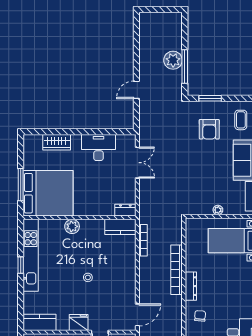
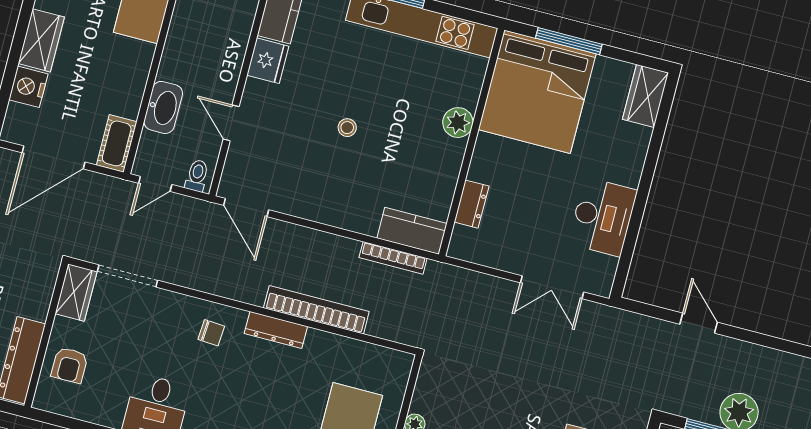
wardrobe: (57, 142) -> (645, 96), moved
dresser: (125, 210) -> (472, 204), moved
kitchen counter: (120, 227) -> (412, 231), moved, turned 90
fridge: (79, 323) -> (268, 61), moved

